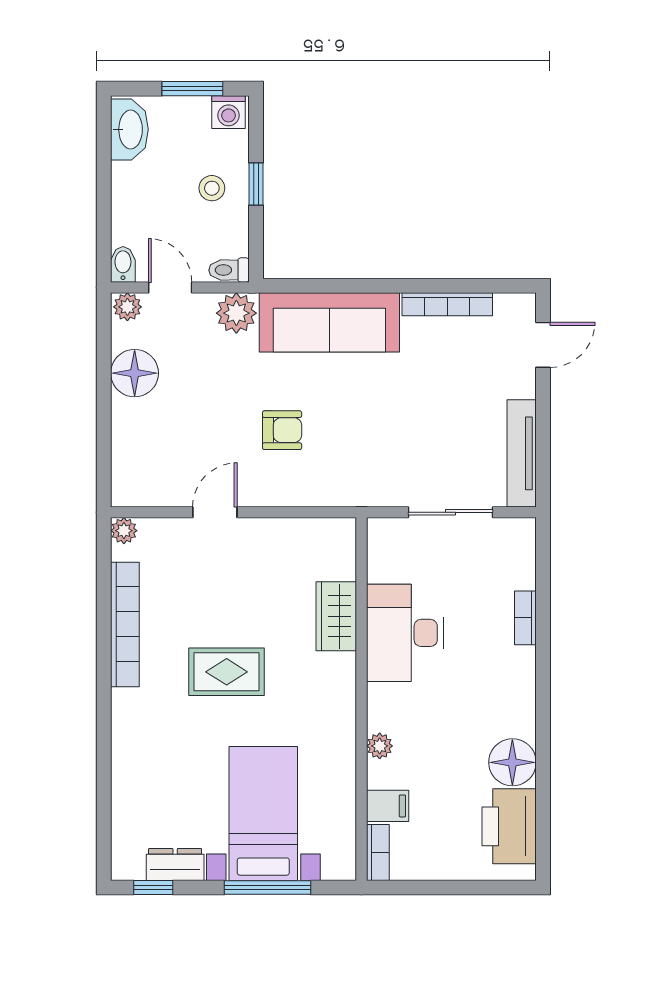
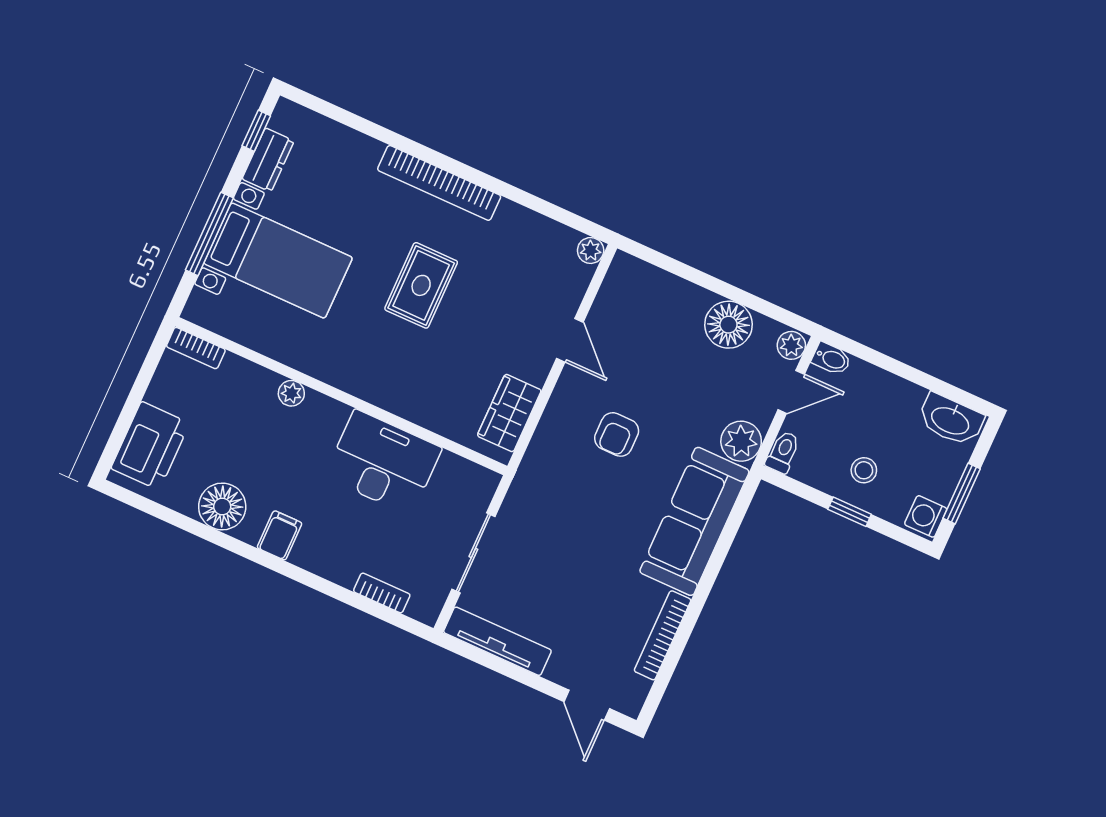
wardrobe: (336, 616) -> (509, 413), moved, turned -90
bookcase: (525, 618) -> (382, 593), moved
bookcase: (125, 624) -> (439, 183), moved
filing cabinet: (388, 806) -> (280, 535), moved, turned 180
printer: (509, 826) -> (150, 446), moved, turned 90

